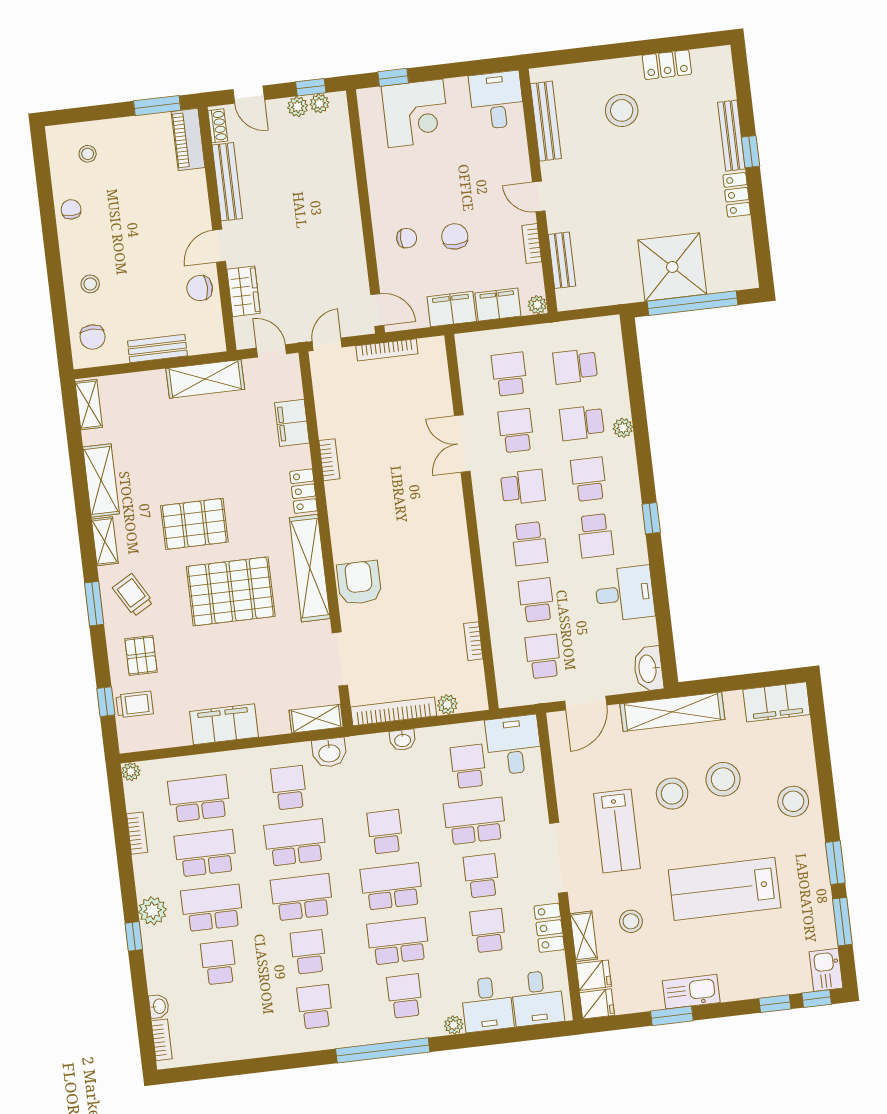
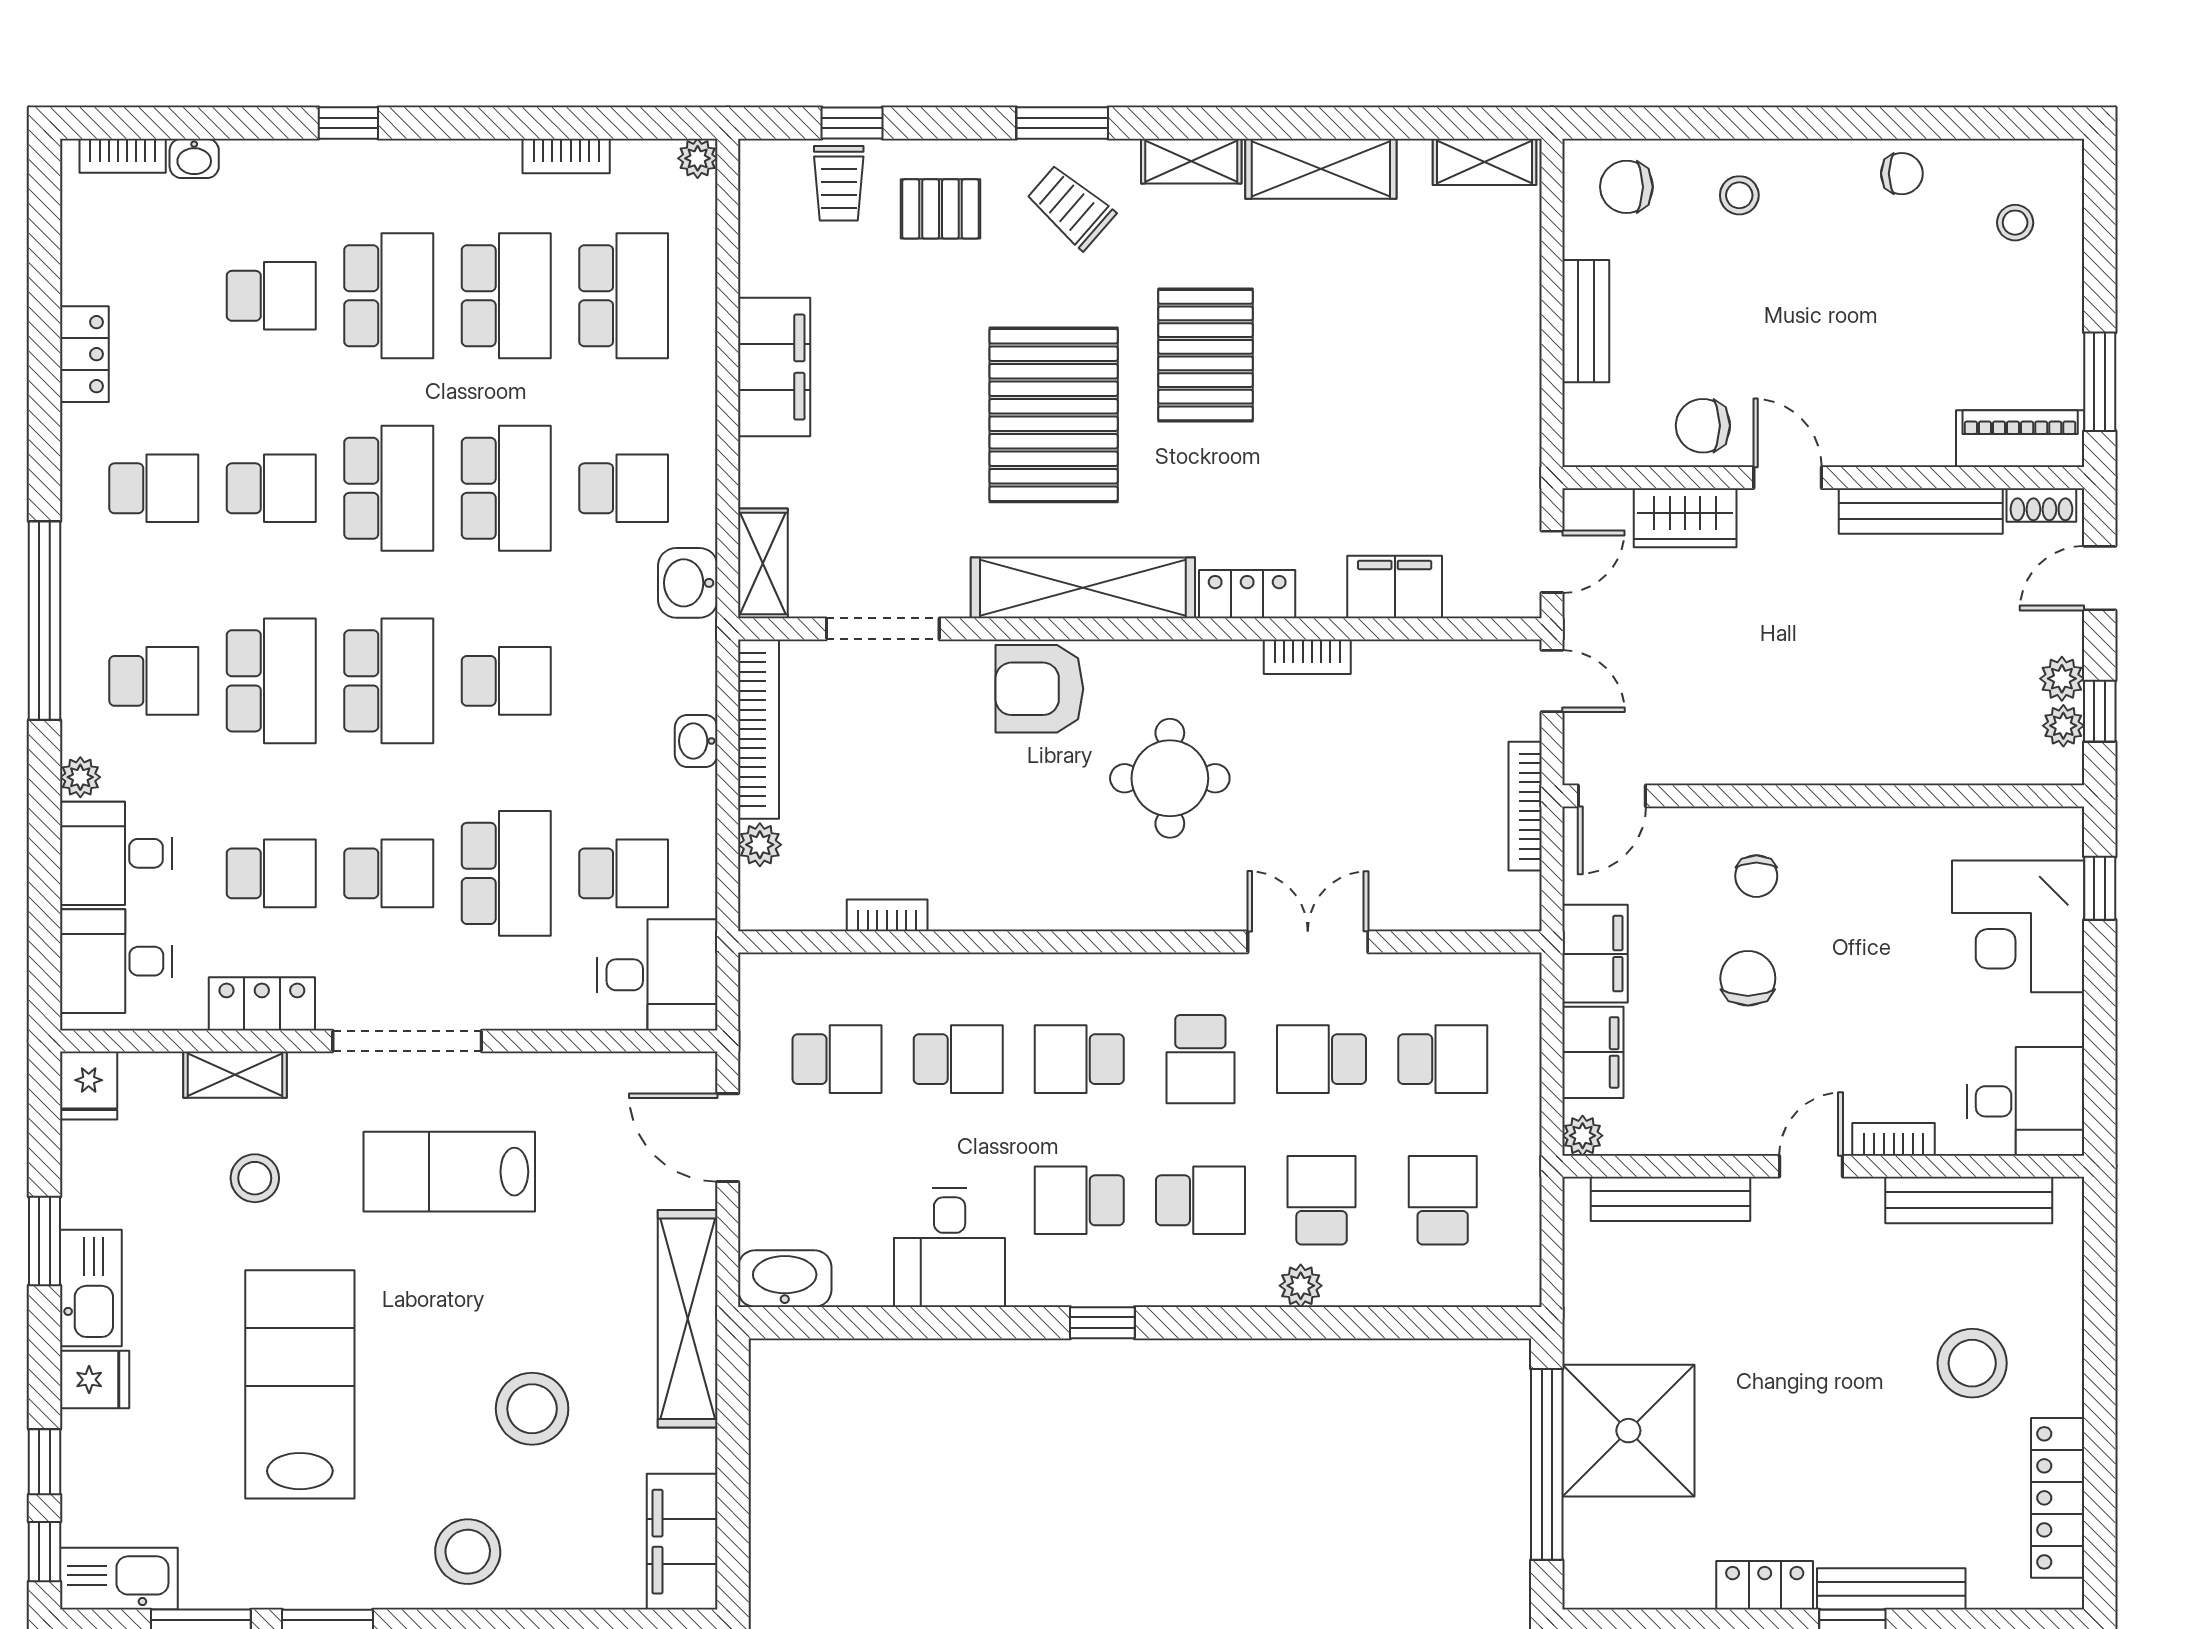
locker: (667, 65) -> (2058, 1498), width x1.53
chair: (455, 236) -> (1748, 978), turned -90
bookcase: (532, 244) -> (1894, 1139), moved
bench: (562, 260) -> (1670, 1199), width x1.36
chair: (200, 288) -> (1703, 426), turned -90
shelving: (205, 379) -> (1509, 415), removed
school desk: (516, 431) -> (1322, 1059), turned 180
round table: (394, 517) -> (1170, 778), added
armchair: (359, 583) -> (1039, 689), turned 180
trolley: (133, 595) -> (1071, 207), turned -109
stool: (672, 794) -> (515, 1297), removed
plant: (152, 911) -> (398, 169), removed
kitchen sink: (826, 970) -> (119, 1579), width x1.38
fridge: (594, 975) -> (95, 1380), moved, turned -90
locker: (256, 1047) -> (84, 354), added

